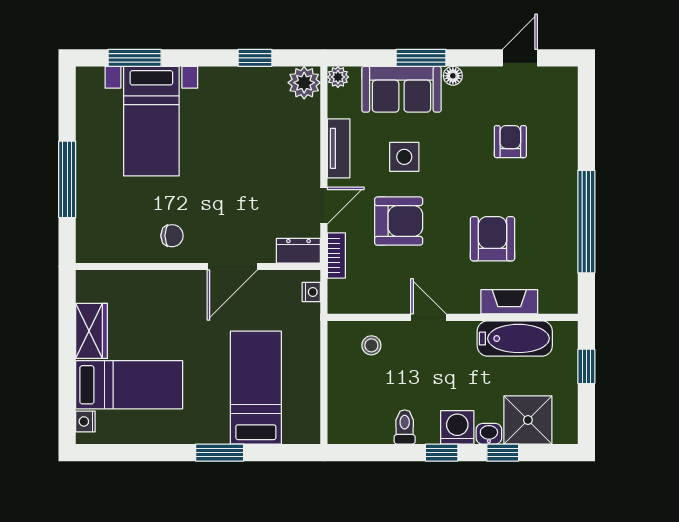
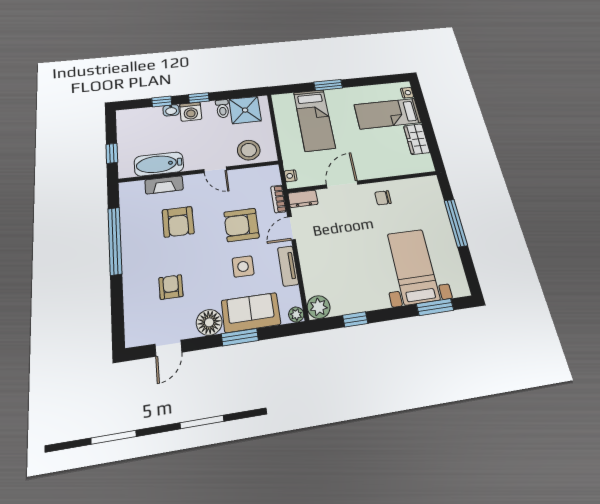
floor lamp: (453, 76) -> (209, 322), width x1.89, depth x1.89
armchair: (510, 142) -> (171, 287), turned 180
stool: (371, 345) -> (249, 150), width x1.89, depth x1.89
shower: (528, 420) -> (245, 110), moved

